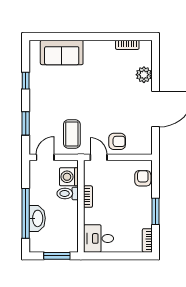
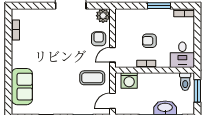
plant: (144, 75) -> (103, 16), moved
door: (45, 157) -> (112, 101), hinge flipped
armchair: (143, 178) -> (149, 41), moved
toilet: (68, 193) -> (185, 82), moved

